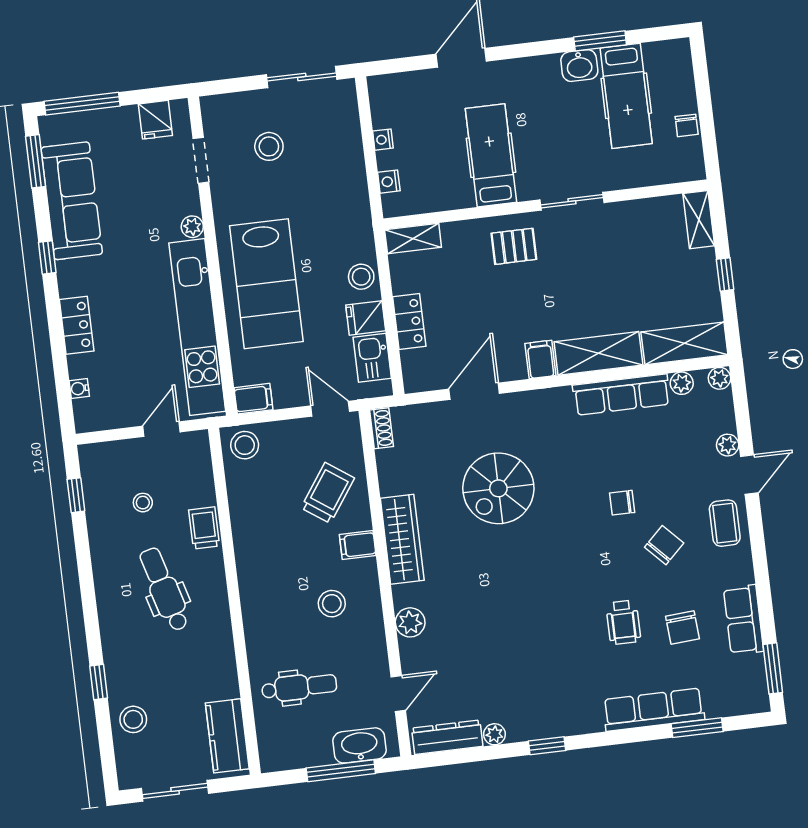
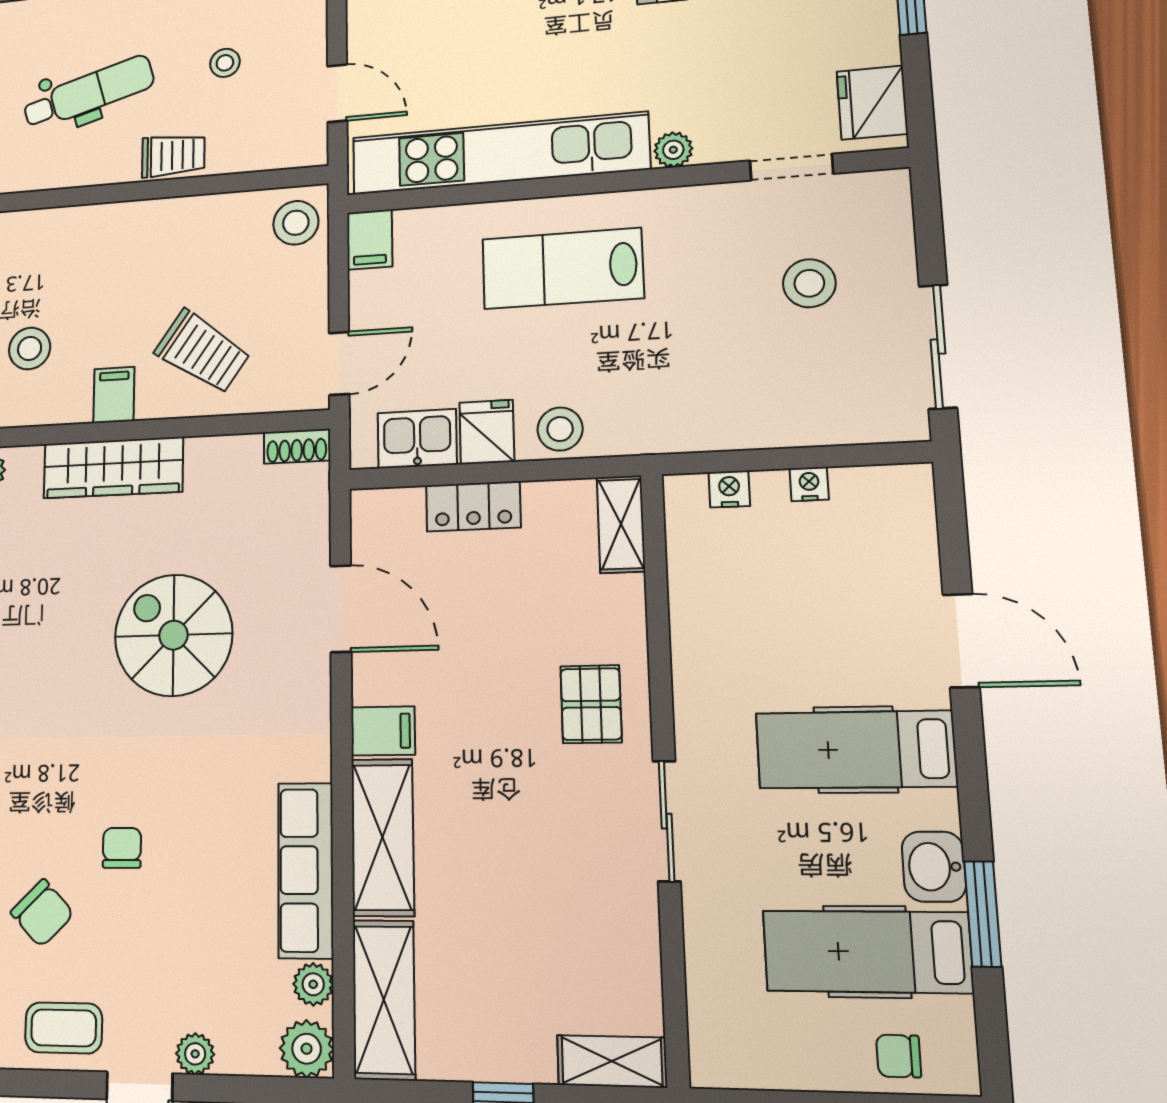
fridge: (155, 120) -> (872, 103), width x1.38
chair: (687, 125) -> (899, 1056), moved
hospital bed: (491, 155) -> (856, 750), moved, turned 180
lab bench: (266, 284) -> (562, 268), width x0.73, depth x0.72
plant: (719, 378) -> (307, 1049), width x1.38, depth x1.38

